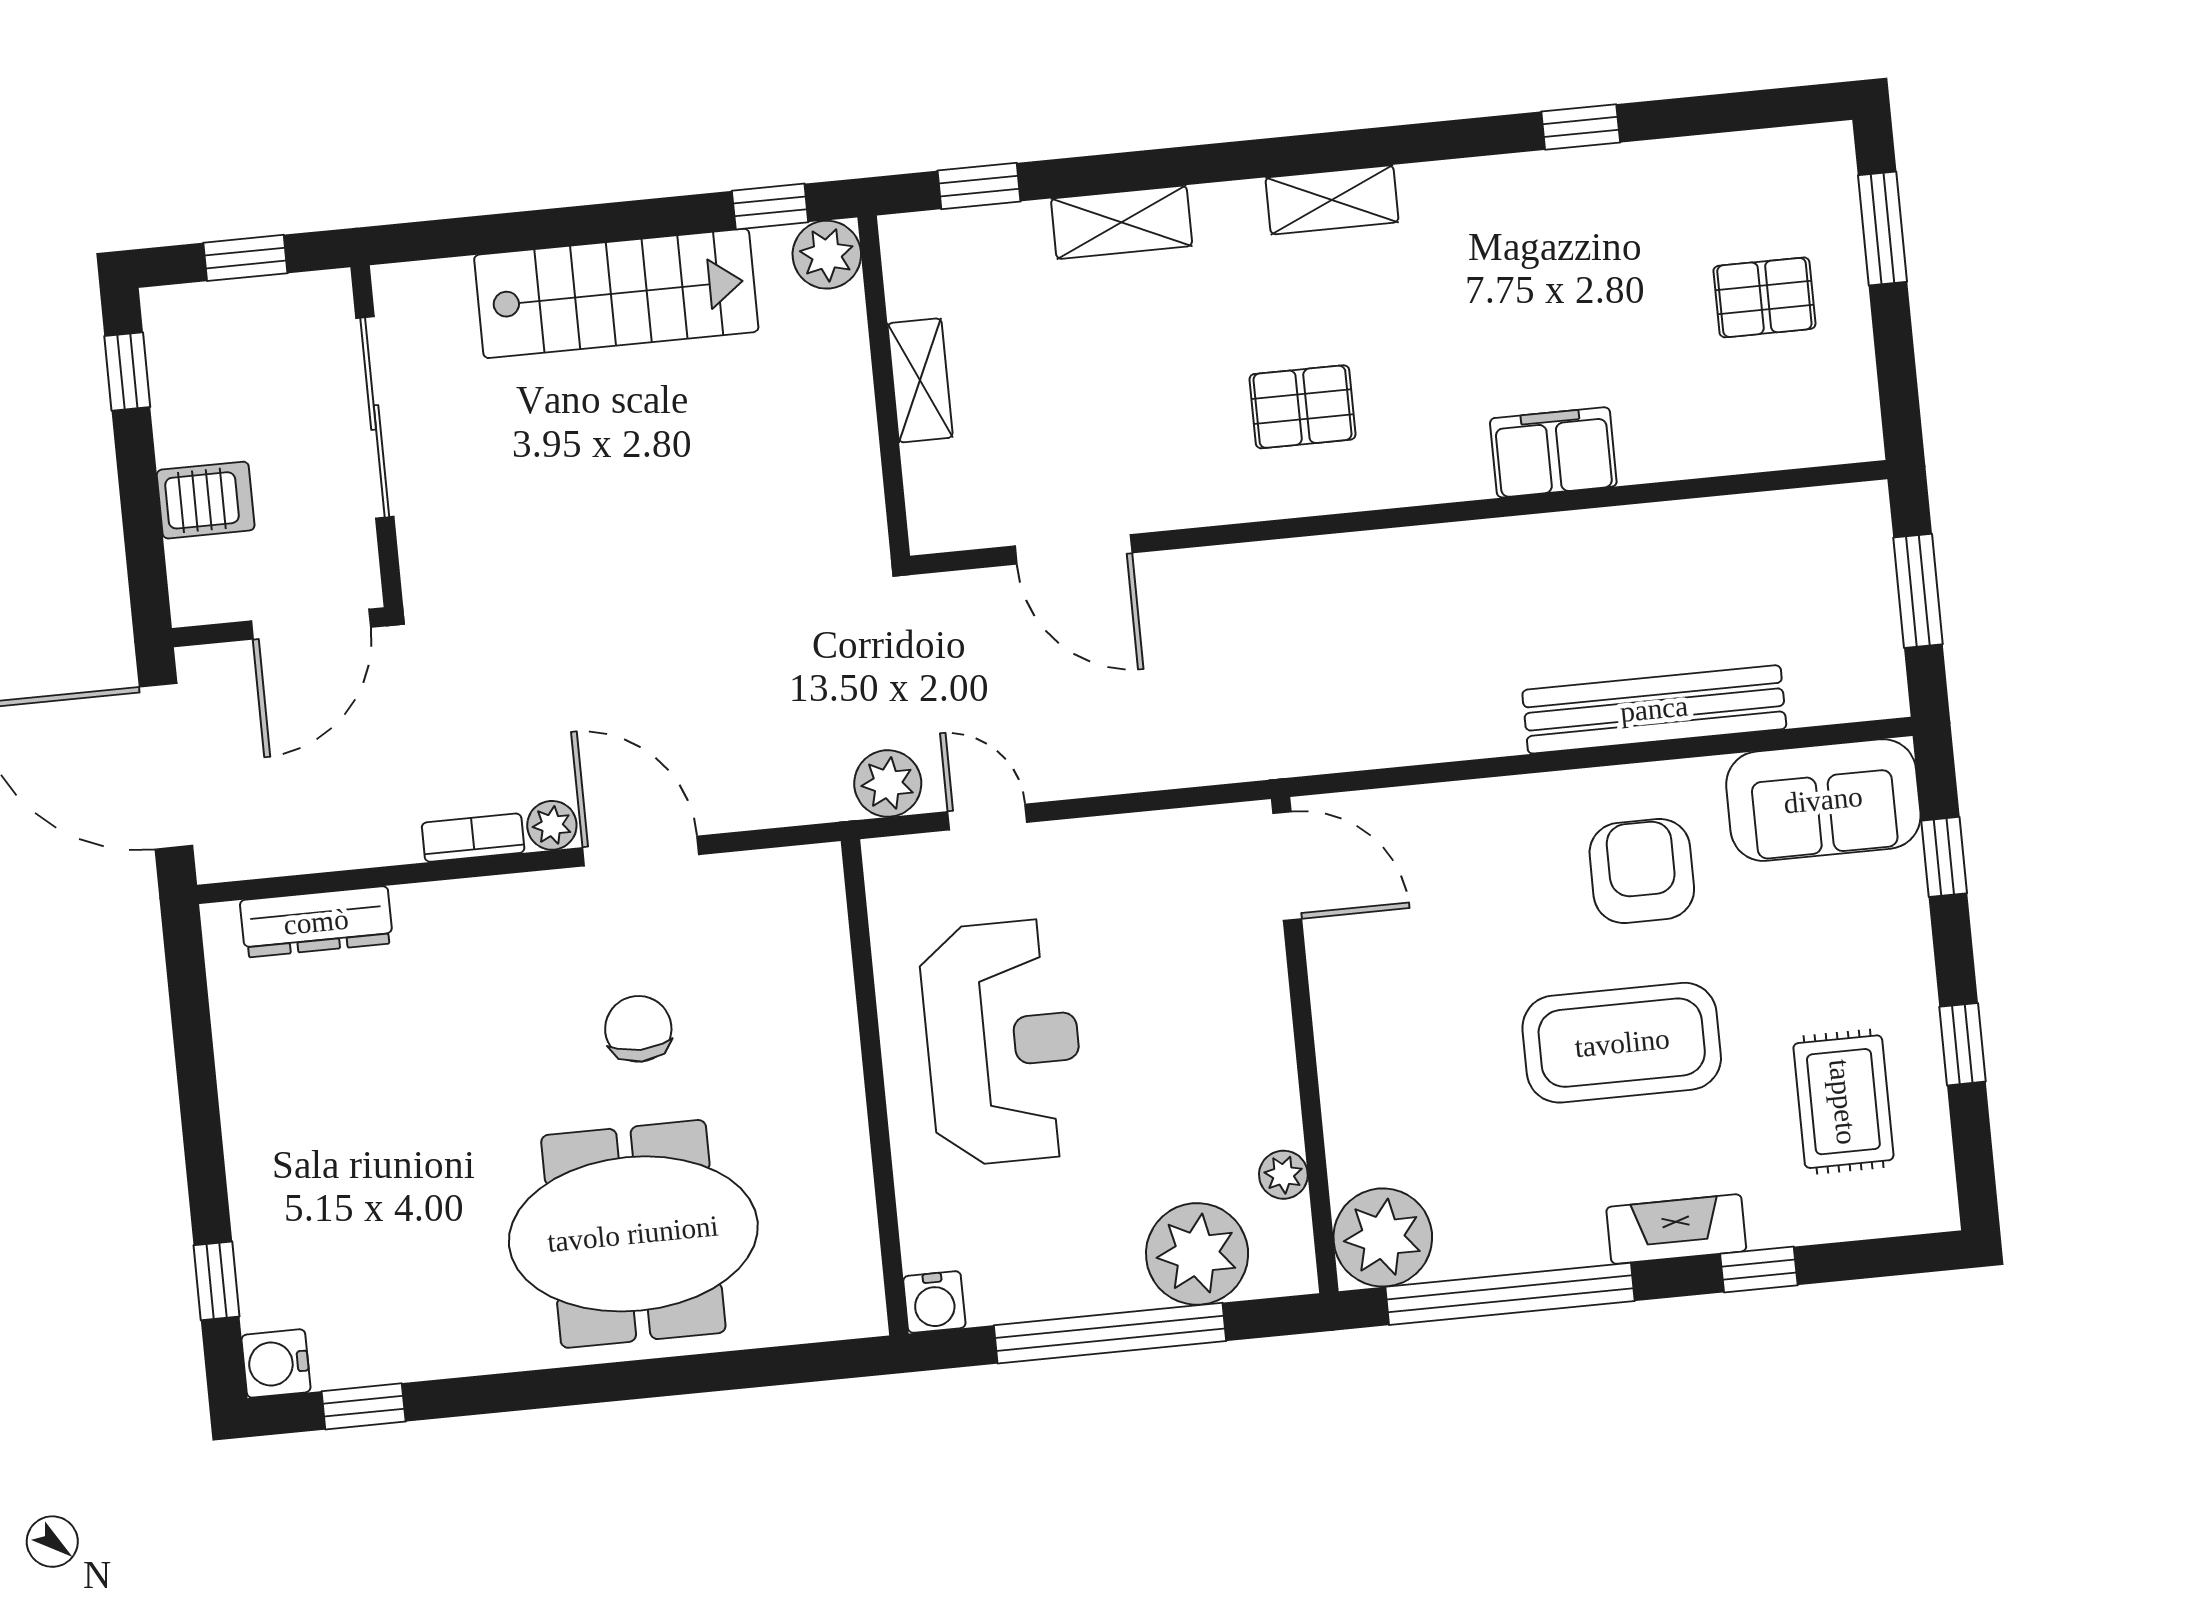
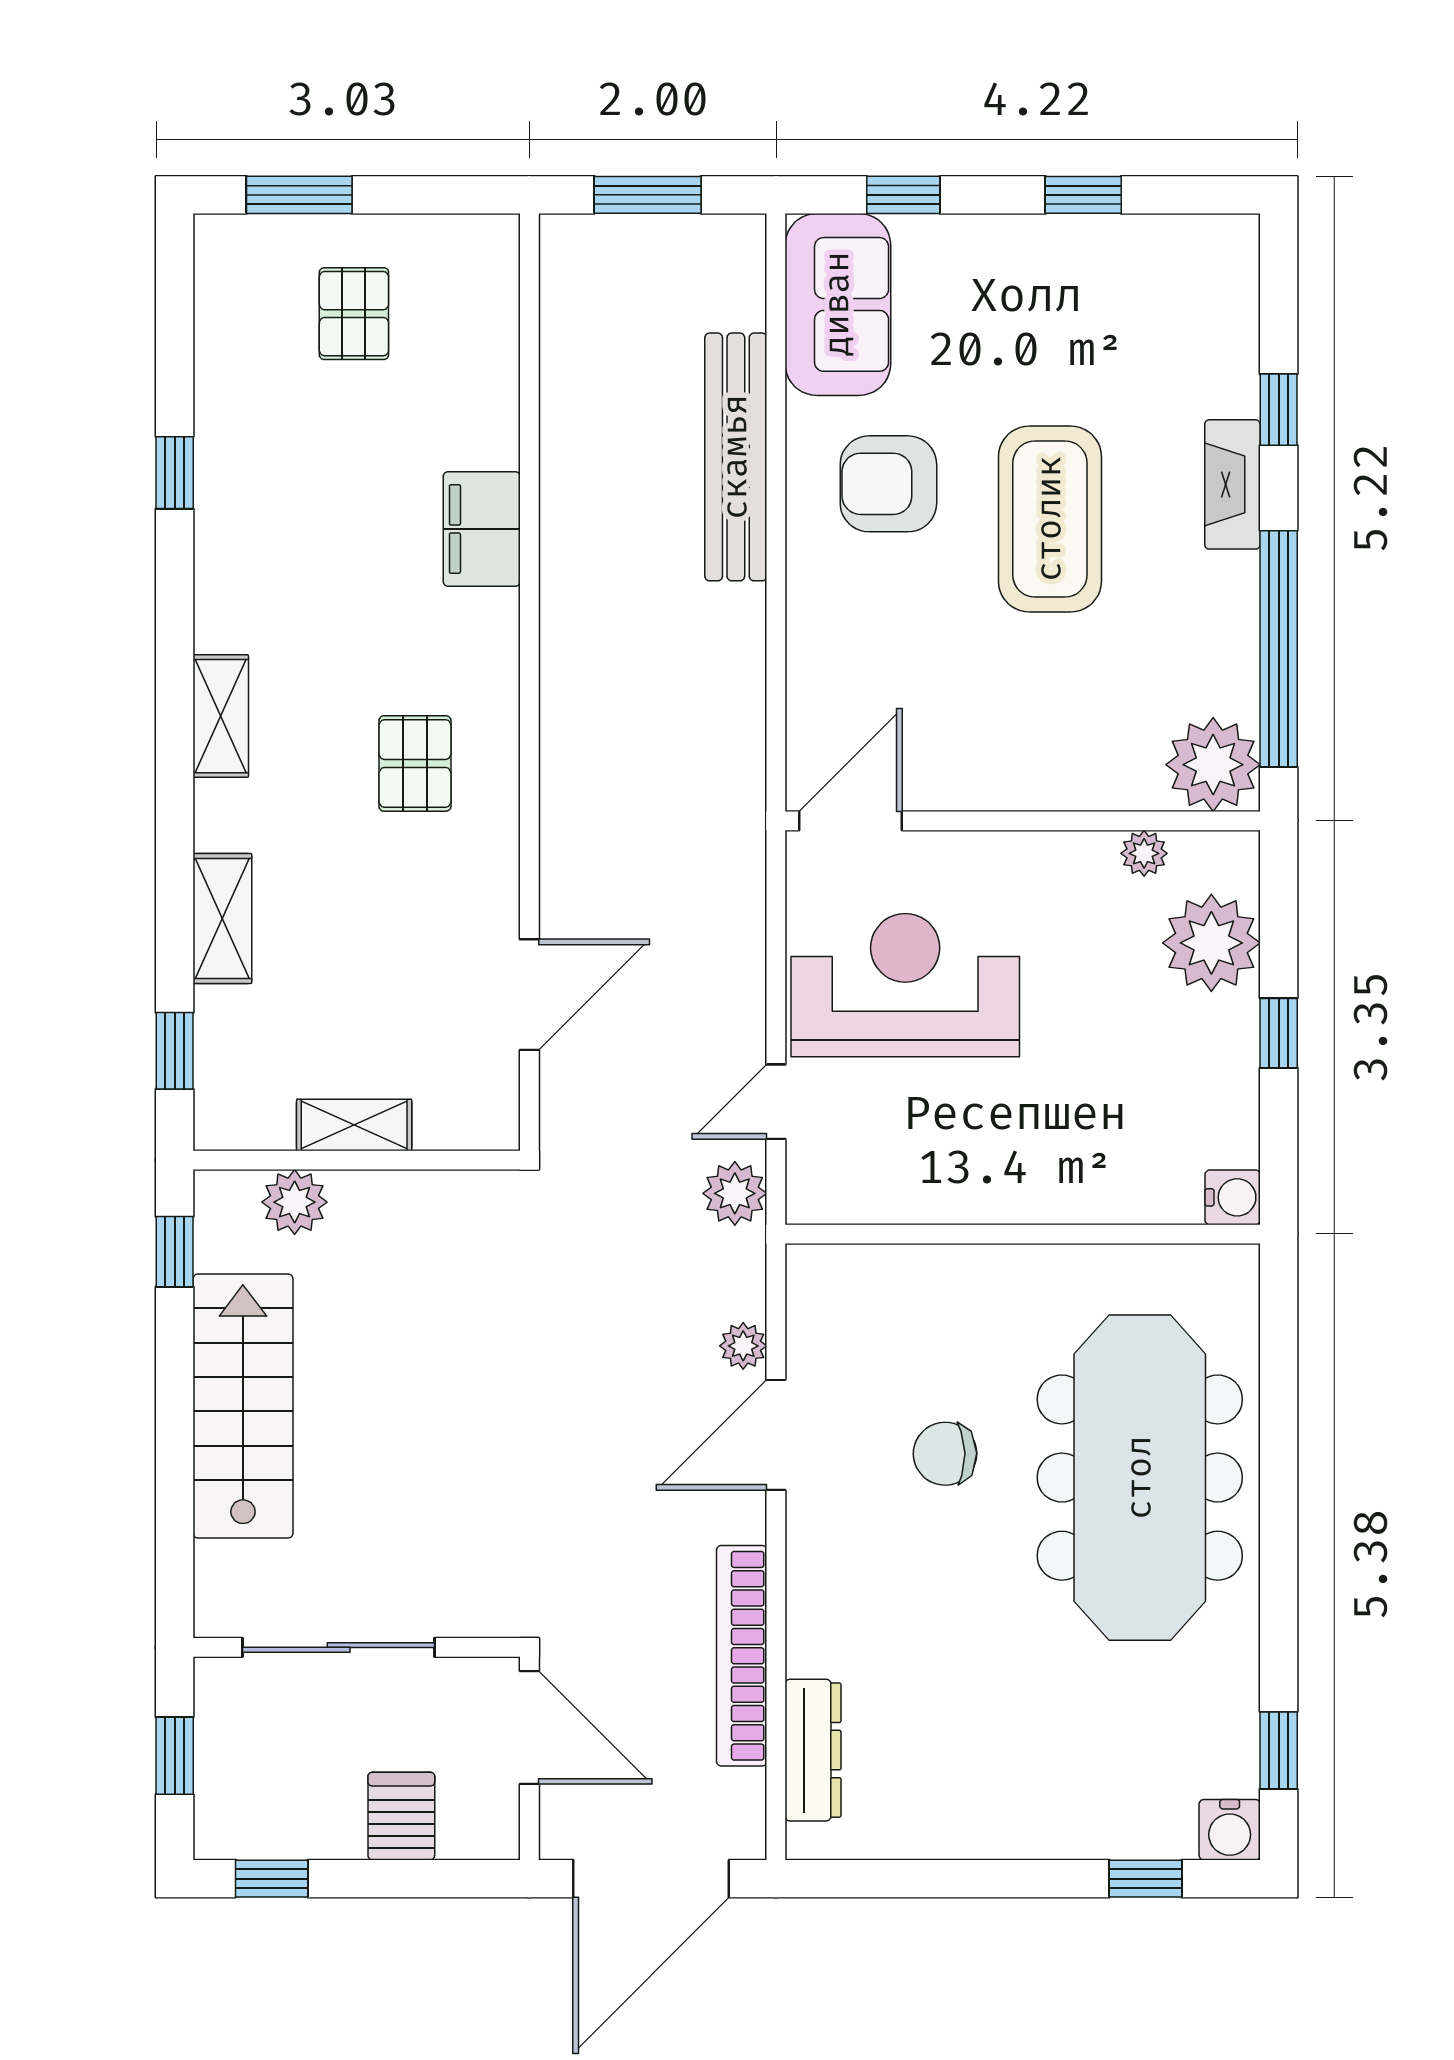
plant: (827, 255) -> (295, 1202), moved
plant: (552, 825) -> (743, 1346), moved
bookcase: (473, 838) -> (742, 1656), width x2.31, depth x1.31
reception desk: (1003, 1042) -> (905, 985), moved
rug: (1843, 1102) -> (1127, 313), removed
meeting table: (633, 1234) -> (1140, 1478), width x1.36
window: (1110, 1333) -> (1279, 1033), width x0.32

